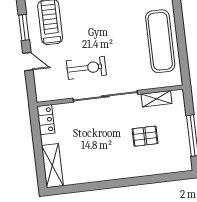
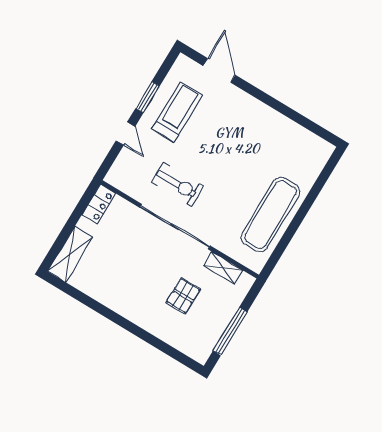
pallet: (145, 136) -> (183, 296), turned 90

